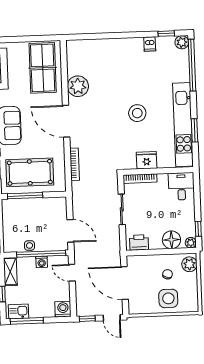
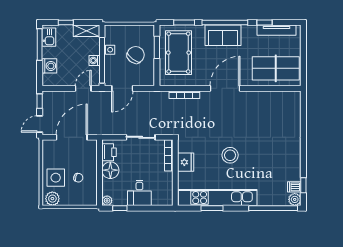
dishwasher: (150, 44) -> (294, 187), moved
plant: (78, 86) -> (257, 101), removed
desk: (181, 186) -> (139, 193), moved, turned 90
window: (25, 196) -> (157, 47), width x0.69
chair: (34, 218) -> (136, 55), added
floor lamp: (171, 240) -> (110, 170), moved
plant: (189, 264) -> (52, 199), moved
washing machine: (63, 309) -> (49, 66), moved

